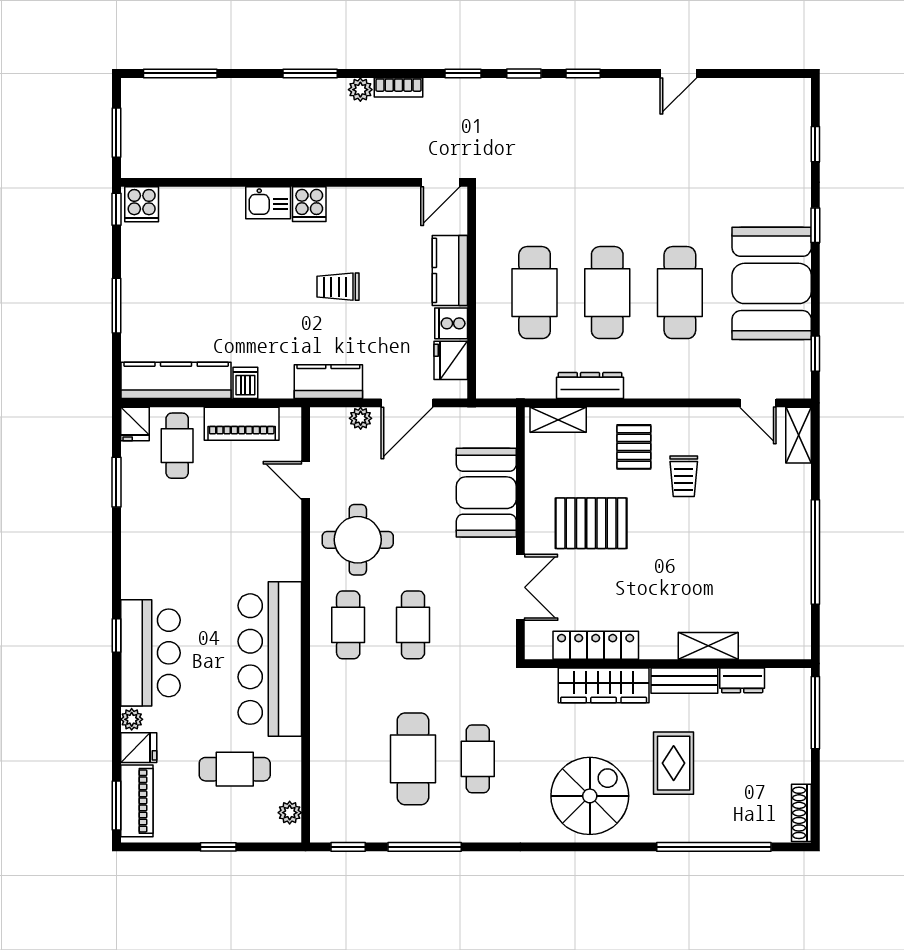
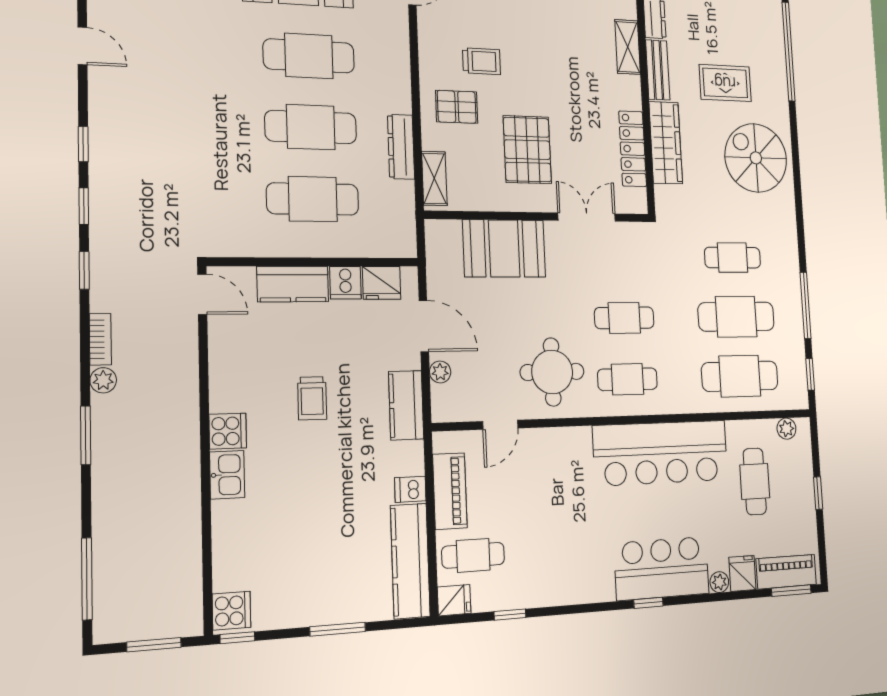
window: (116, 482) -> (510, 615), width x0.67
cafe table: (348, 759) -> (740, 376), added

